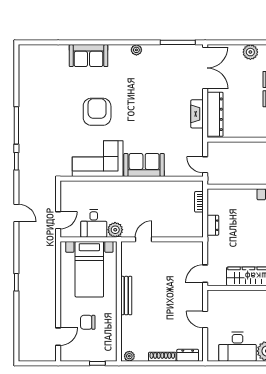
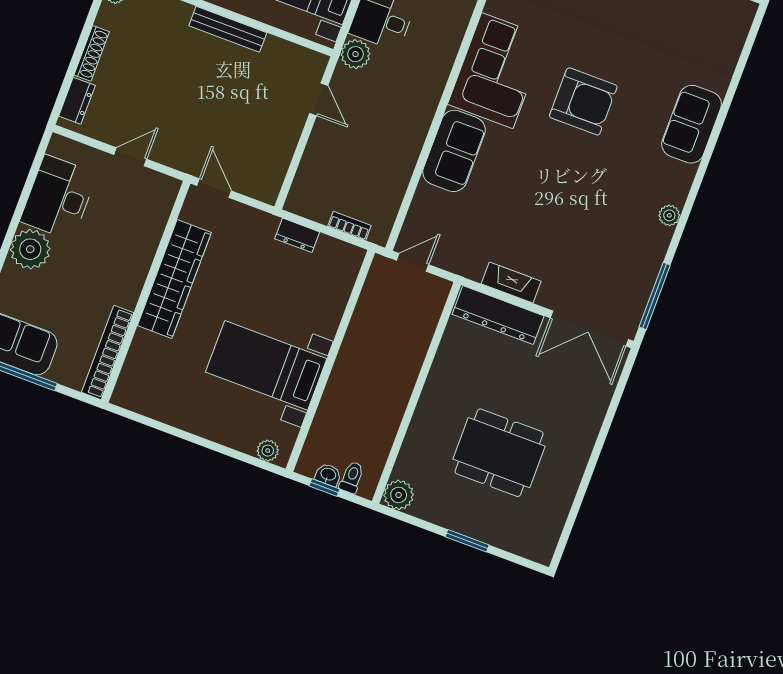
plant: (250, 52) -> (588, 422), removed

